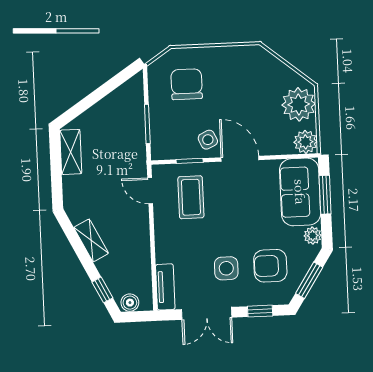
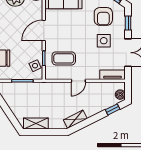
side table: (208, 140) -> (35, 66), moved
door: (150, 191) -> (78, 81), moved
shelving: (91, 240) -> (75, 119), moved

